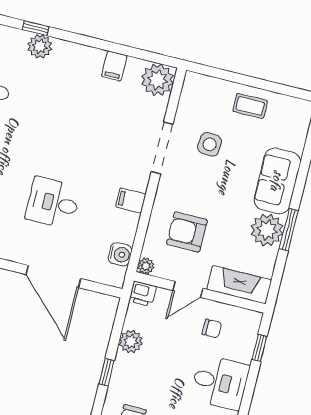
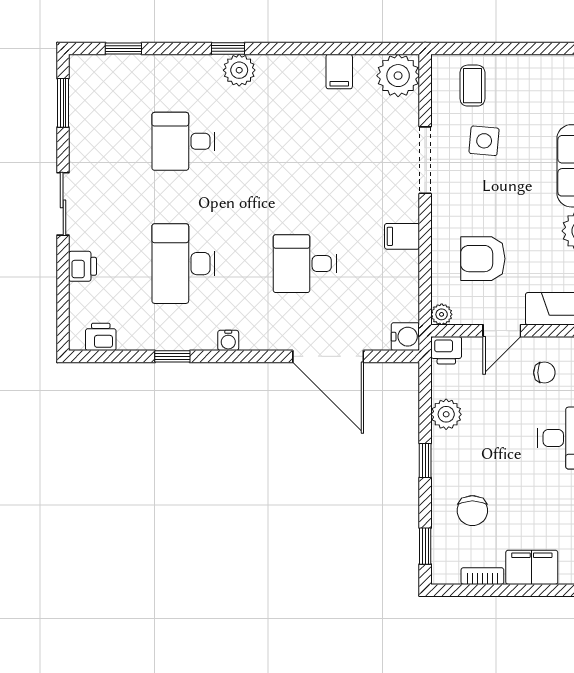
coffee table: (250, 106) -> (472, 86), moved, turned 90
water cooler: (120, 254) -> (405, 337), moved

